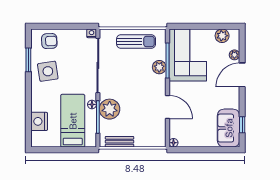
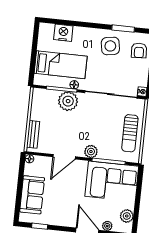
plant: (159, 67) -> (91, 152), moved
sofa: (229, 128) -> (32, 195), moved, turned 90
bench: (120, 142) -> (33, 134), moved

